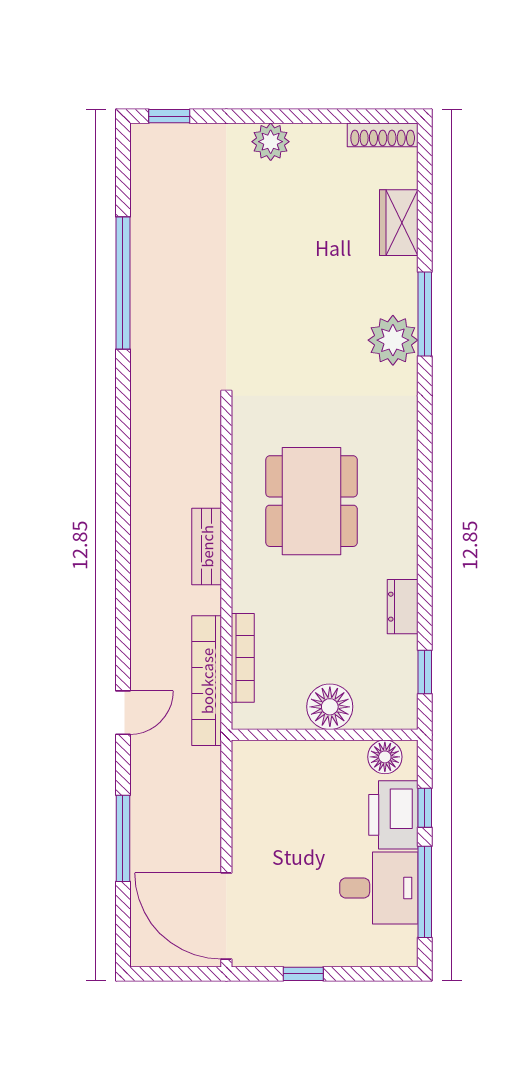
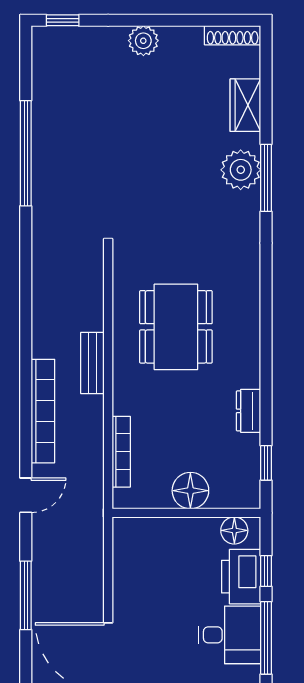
plant: (393, 340) -> (241, 170), moved
bookcase: (207, 681) -> (43, 411), moved, turned 180

